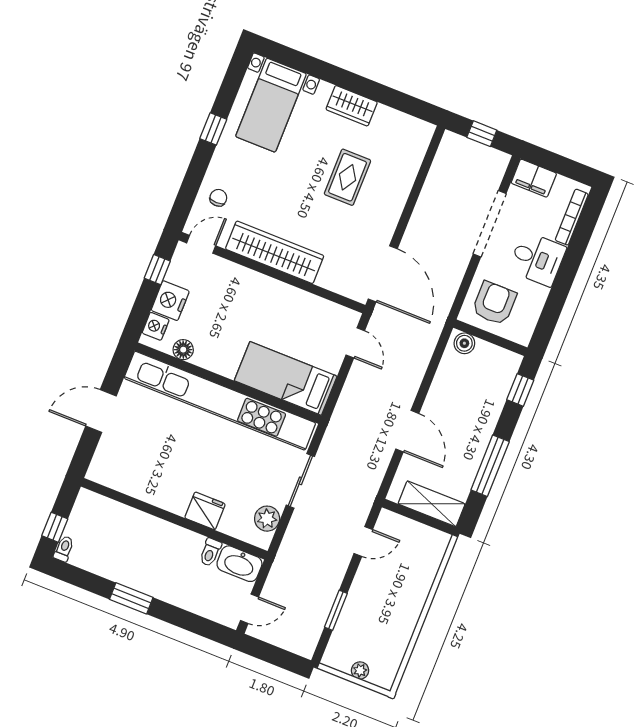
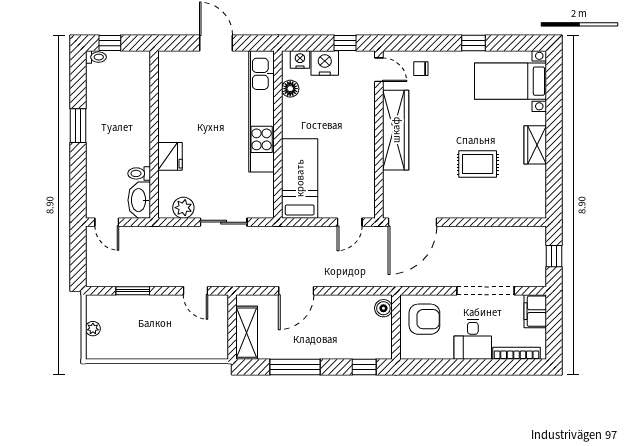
chair: (218, 198) -> (421, 69), turned 180
kitchen unit: (220, 401) -> (262, 111), width x0.73

